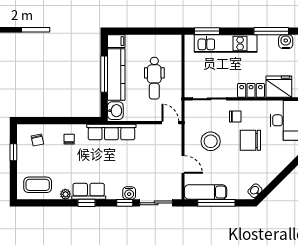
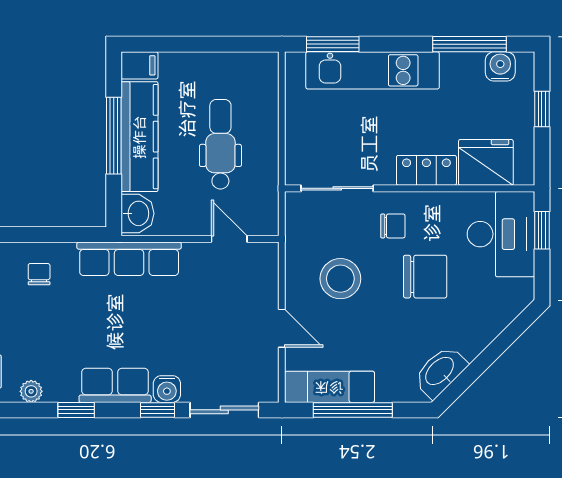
dental chair: (154, 78) -> (220, 144), turned 180
door: (170, 123) -> (229, 239), moved
chair: (250, 140) -> (425, 277), turned 180
row of seats: (89, 191) -> (115, 385), moved
washbasin: (255, 191) -> (440, 372), width x1.91, depth x1.45

